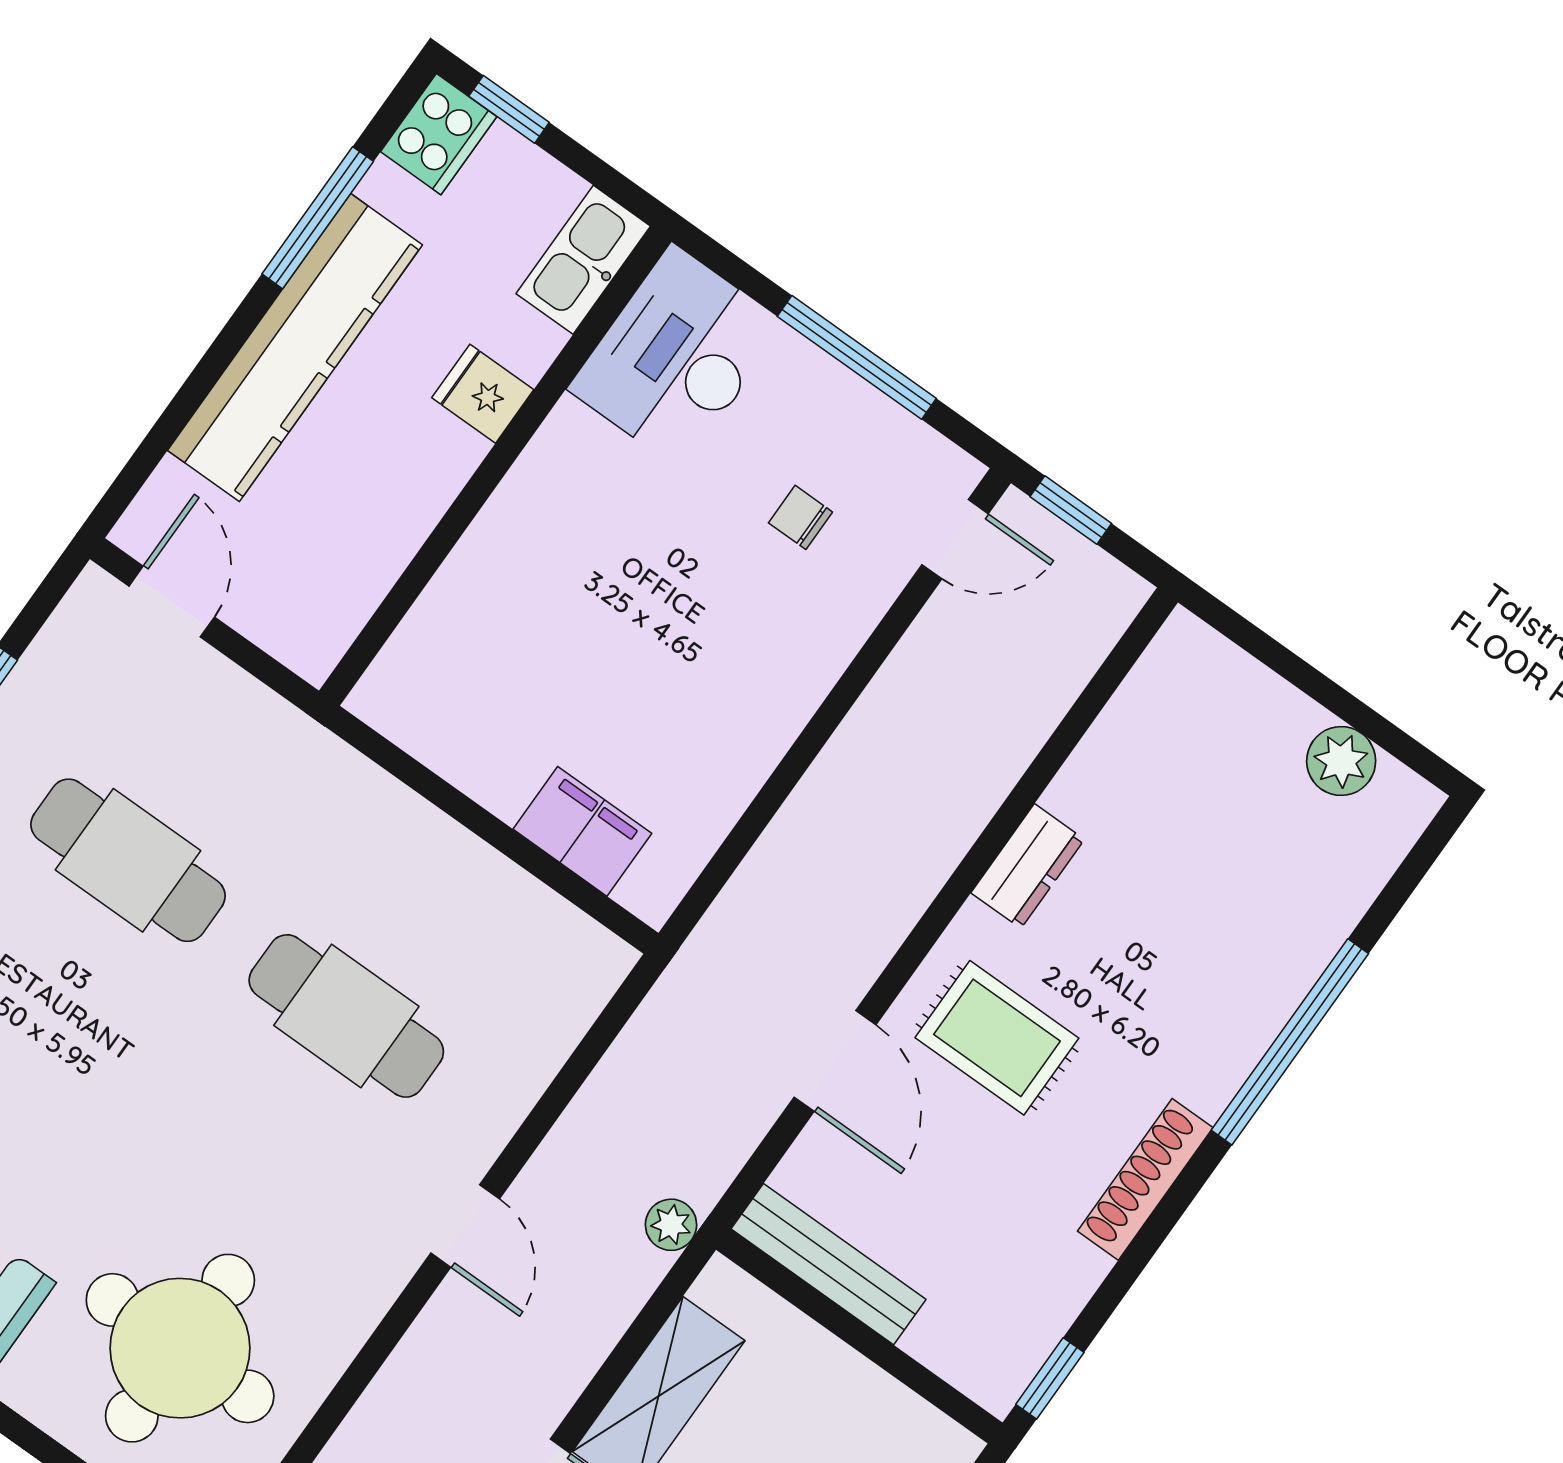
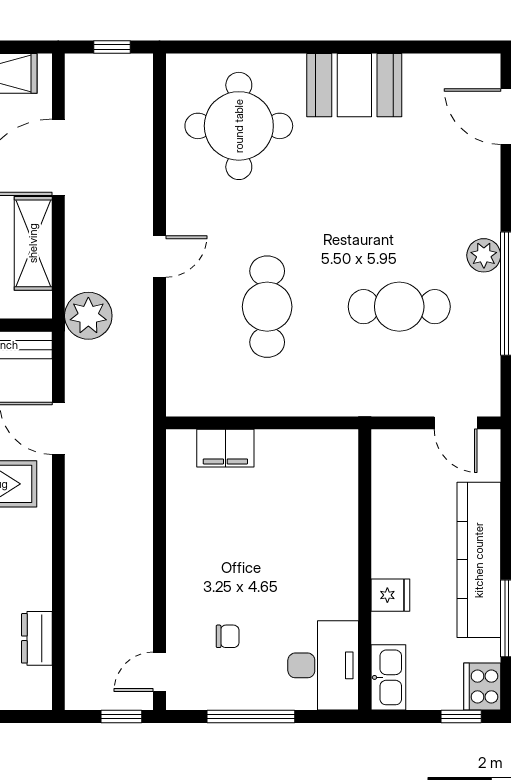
dresser: (1028, 866) -> (37, 638), moved
cafe table: (346, 1016) -> (267, 307), turned 90
plant: (671, 1225) -> (88, 316), width x1.87, depth x1.87
door: (465, 1226) -> (159, 256), swing flipped

